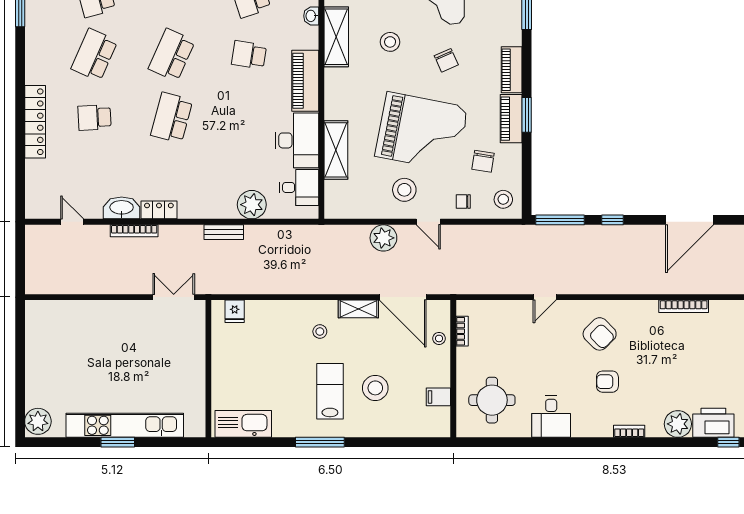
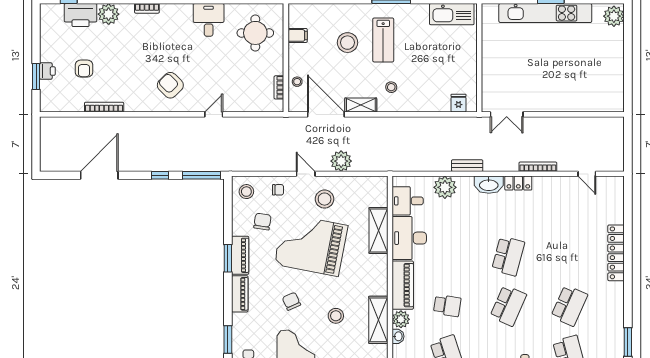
plant: (308, 38) -> (401, 319), added
school desk: (94, 118) -> (569, 256), removed
washbasin: (122, 208) -> (489, 185), moved
armchair: (607, 382) -> (84, 69), moved, turned 90

